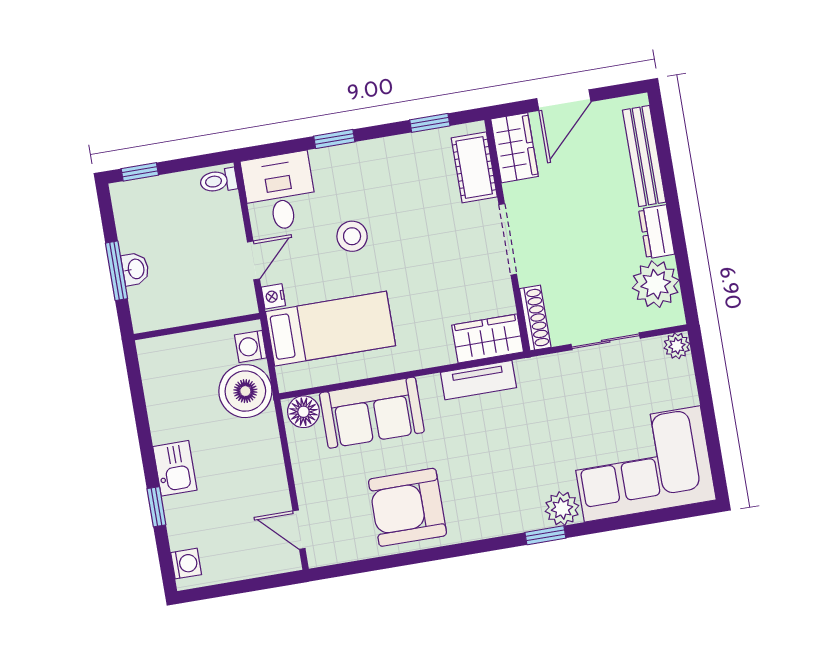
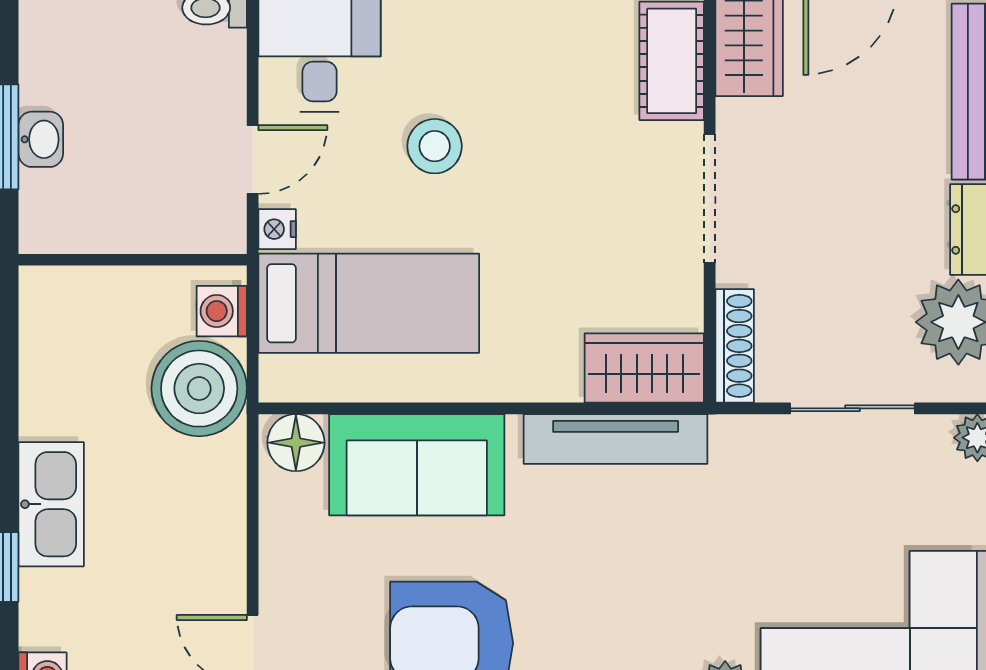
tv unit: (478, 380) -> (616, 439), width x1.41
kitchen sink: (175, 468) -> (51, 504), width x1.38

